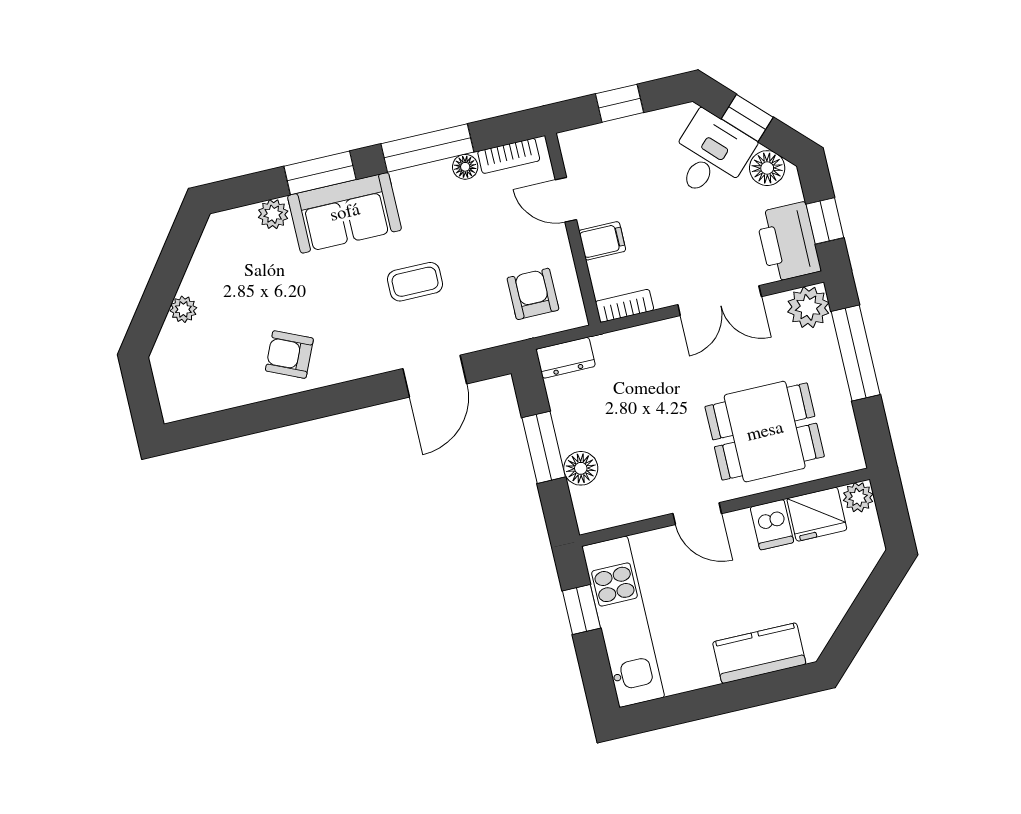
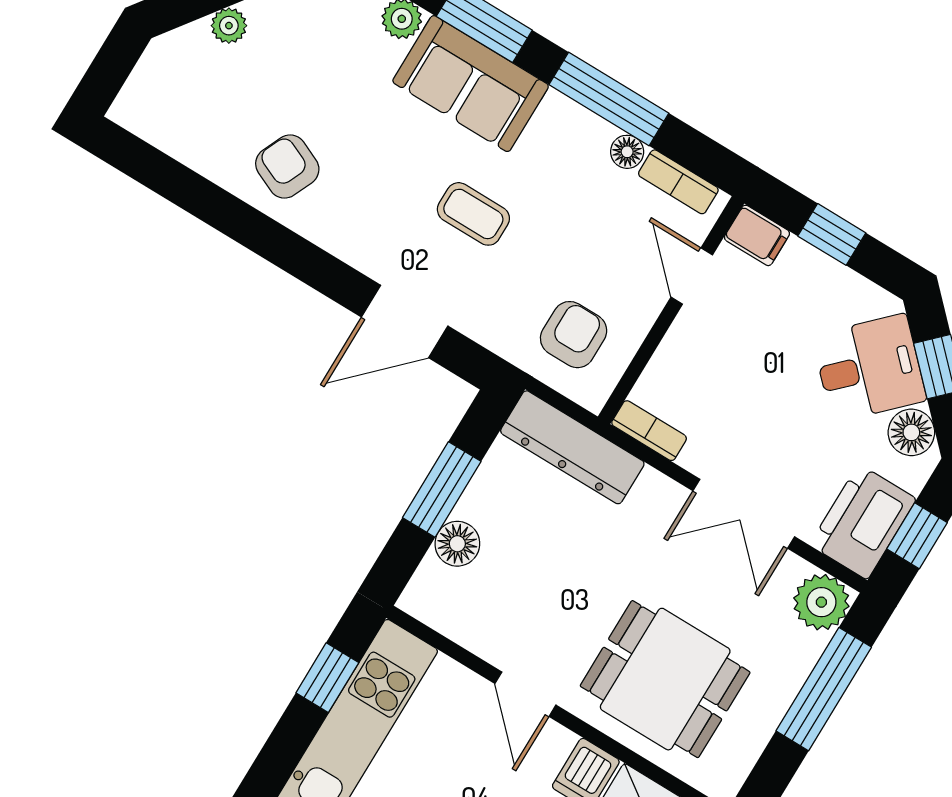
filing cabinet: (602, 241) -> (757, 235), moved
dresser: (566, 358) -> (572, 447), width x1.96, depth x1.24

